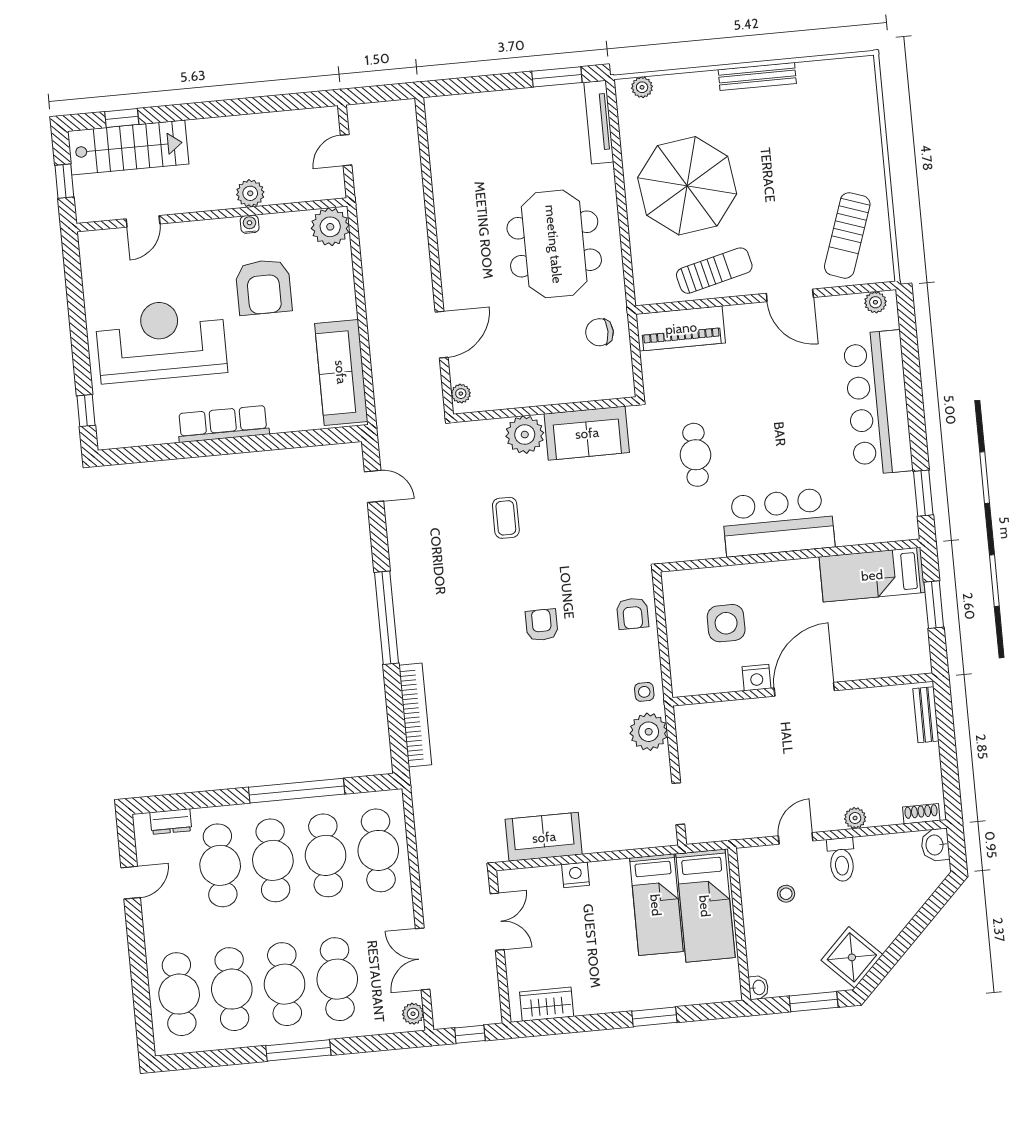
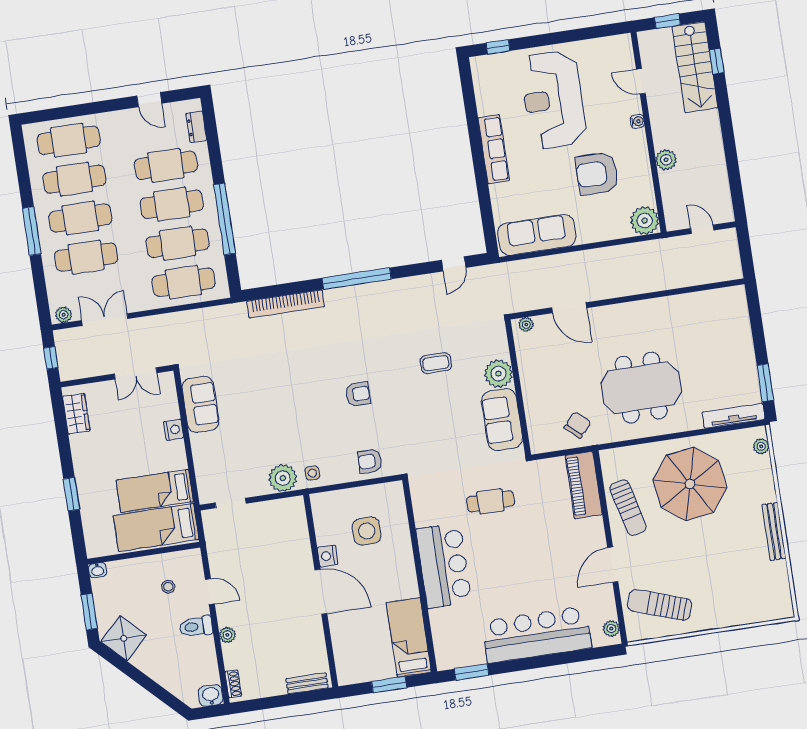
water cooler: (250, 224) -> (637, 121), moved
chair: (599, 332) -> (577, 425), turned 42
reception desk: (161, 340) -> (553, 100), turned 180

